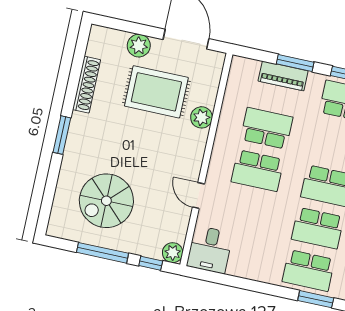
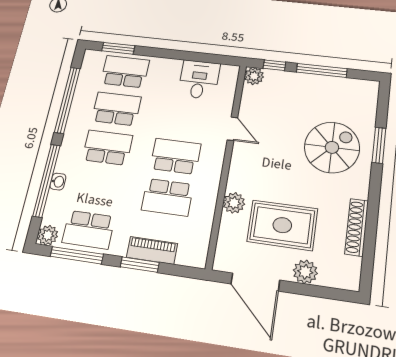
window: (62, 135) -> (379, 145), moved
spiral stairs: (106, 201) -> (332, 147), moved
desk: (210, 250) -> (199, 80), moved

